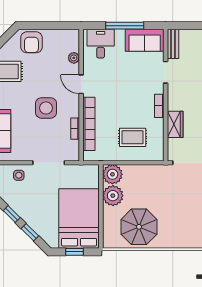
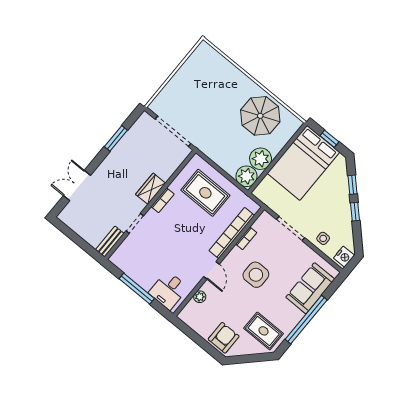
sofa: (145, 40) -> (130, 263), removed
wardrobe: (175, 124) -> (151, 189), moved
rug: (133, 137) -> (205, 193), width x1.36, depth x1.43

